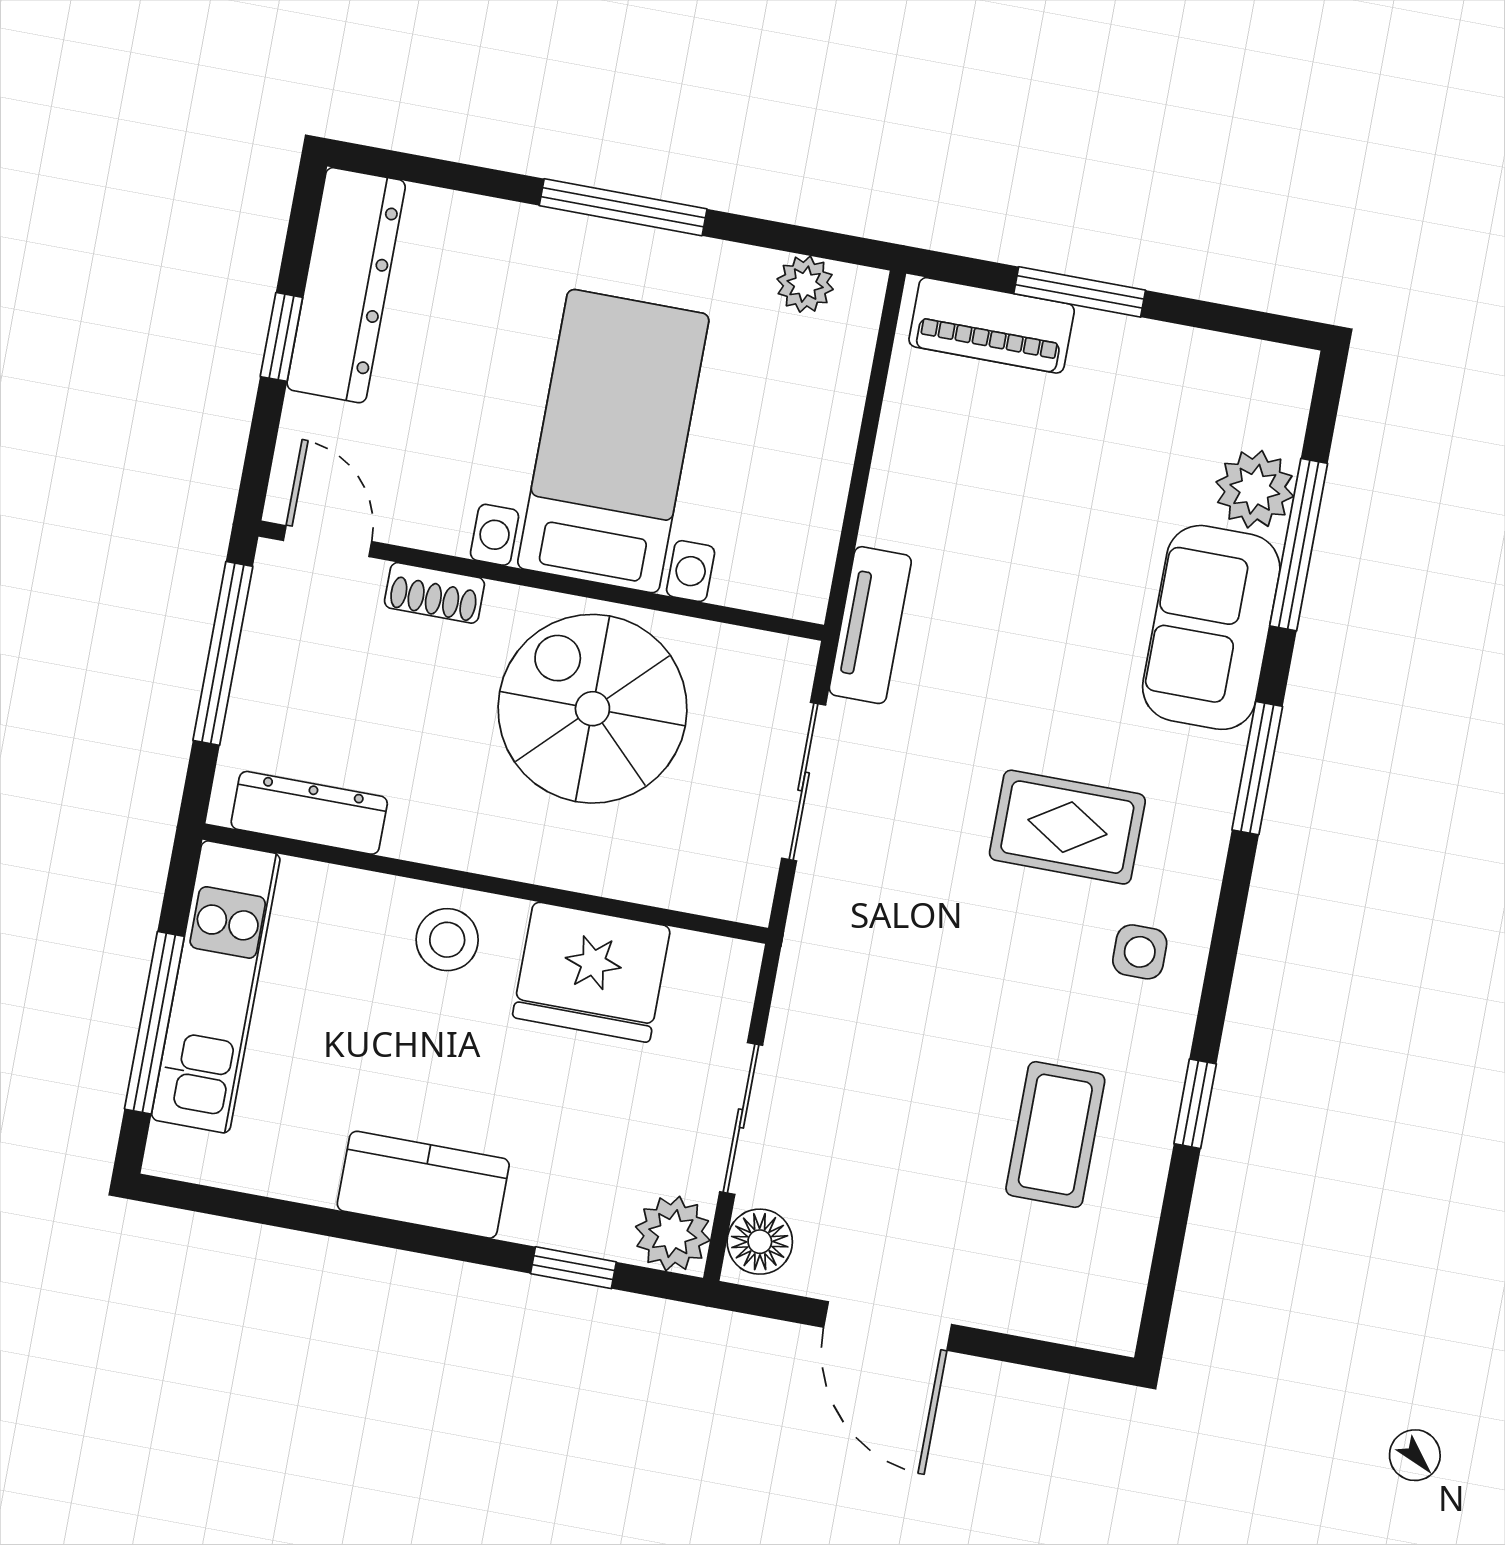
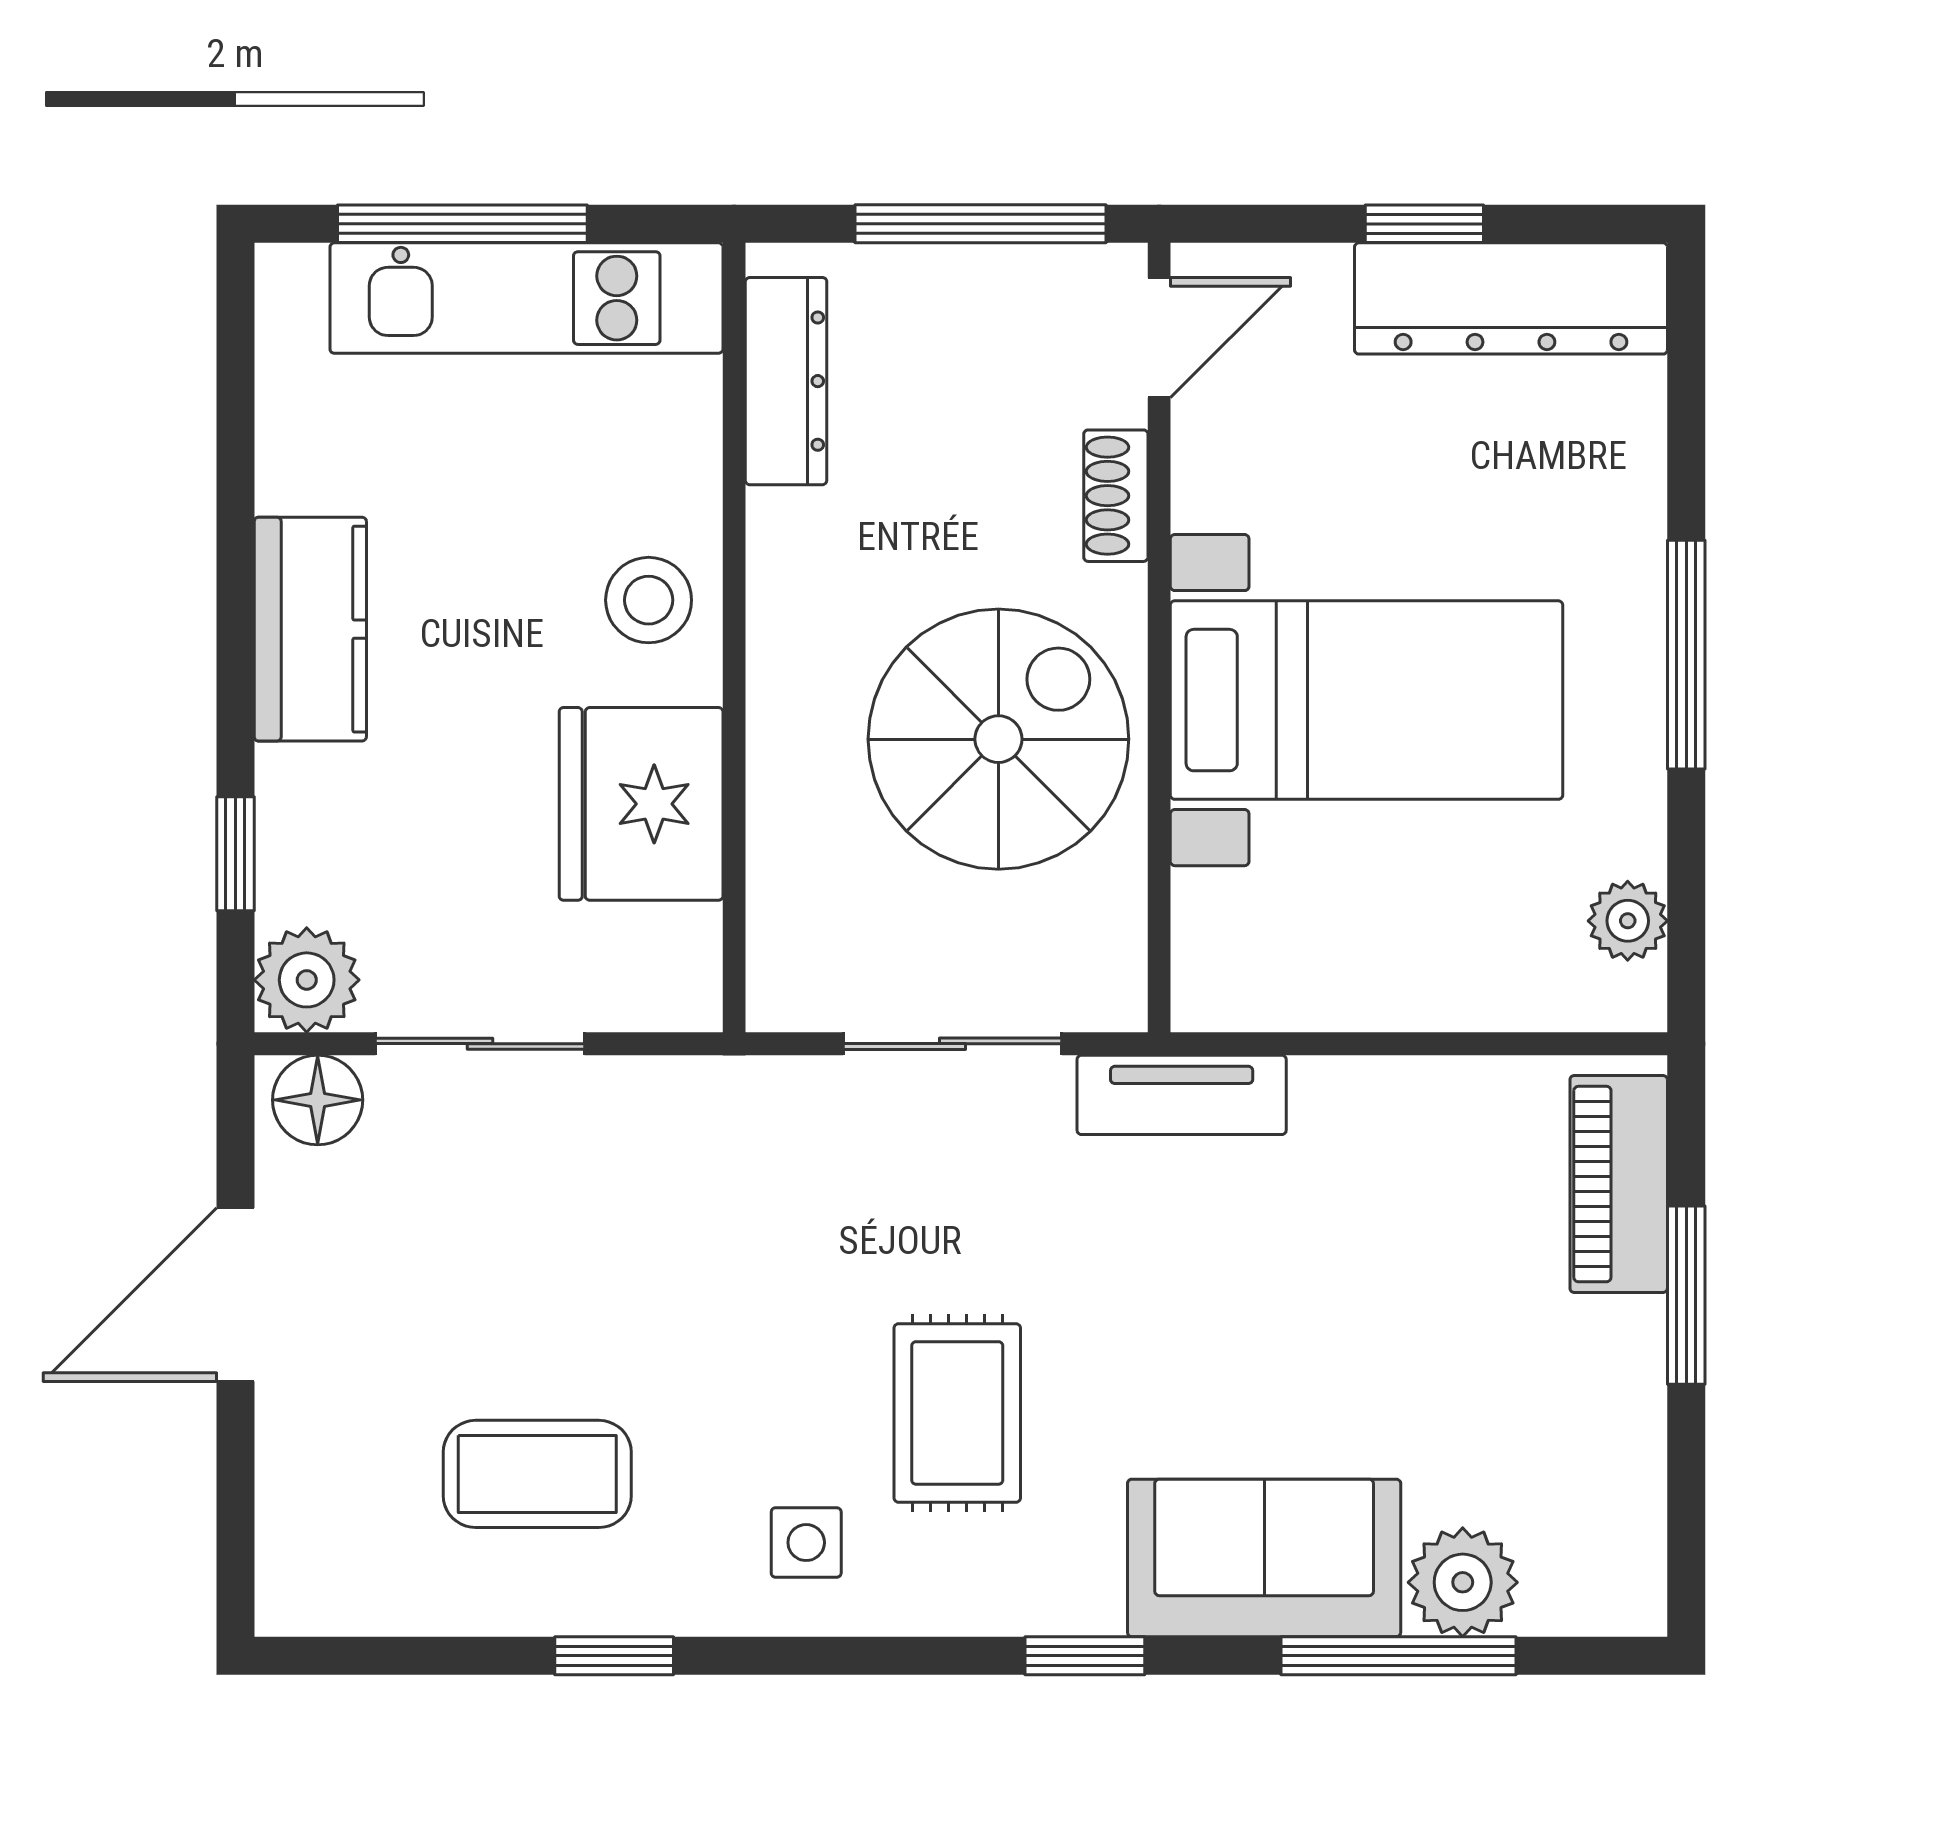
window: (1257, 768) -> (1085, 1656), width x0.67

